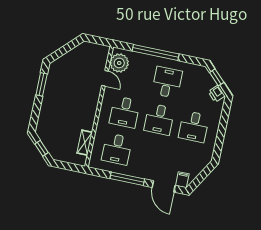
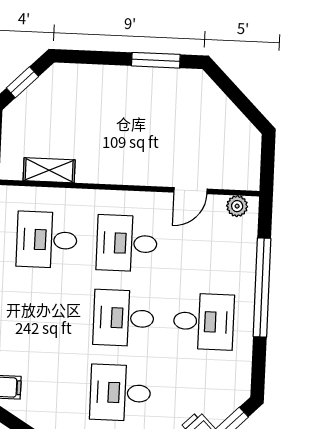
plant: (119, 63) -> (237, 206), width x0.53, depth x0.53

